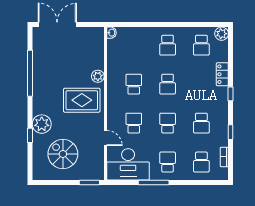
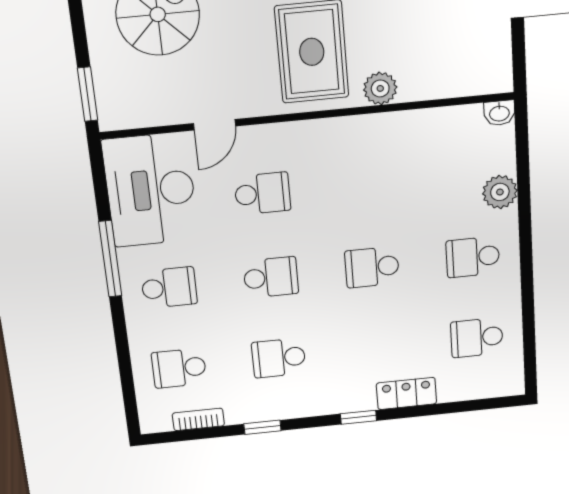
plant: (222, 34) -> (500, 192), moved
school desk: (134, 84) -> (366, 183), removed

